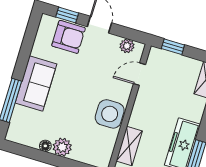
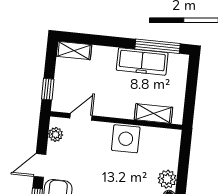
door: (139, 74) -> (81, 117), swing flipped

